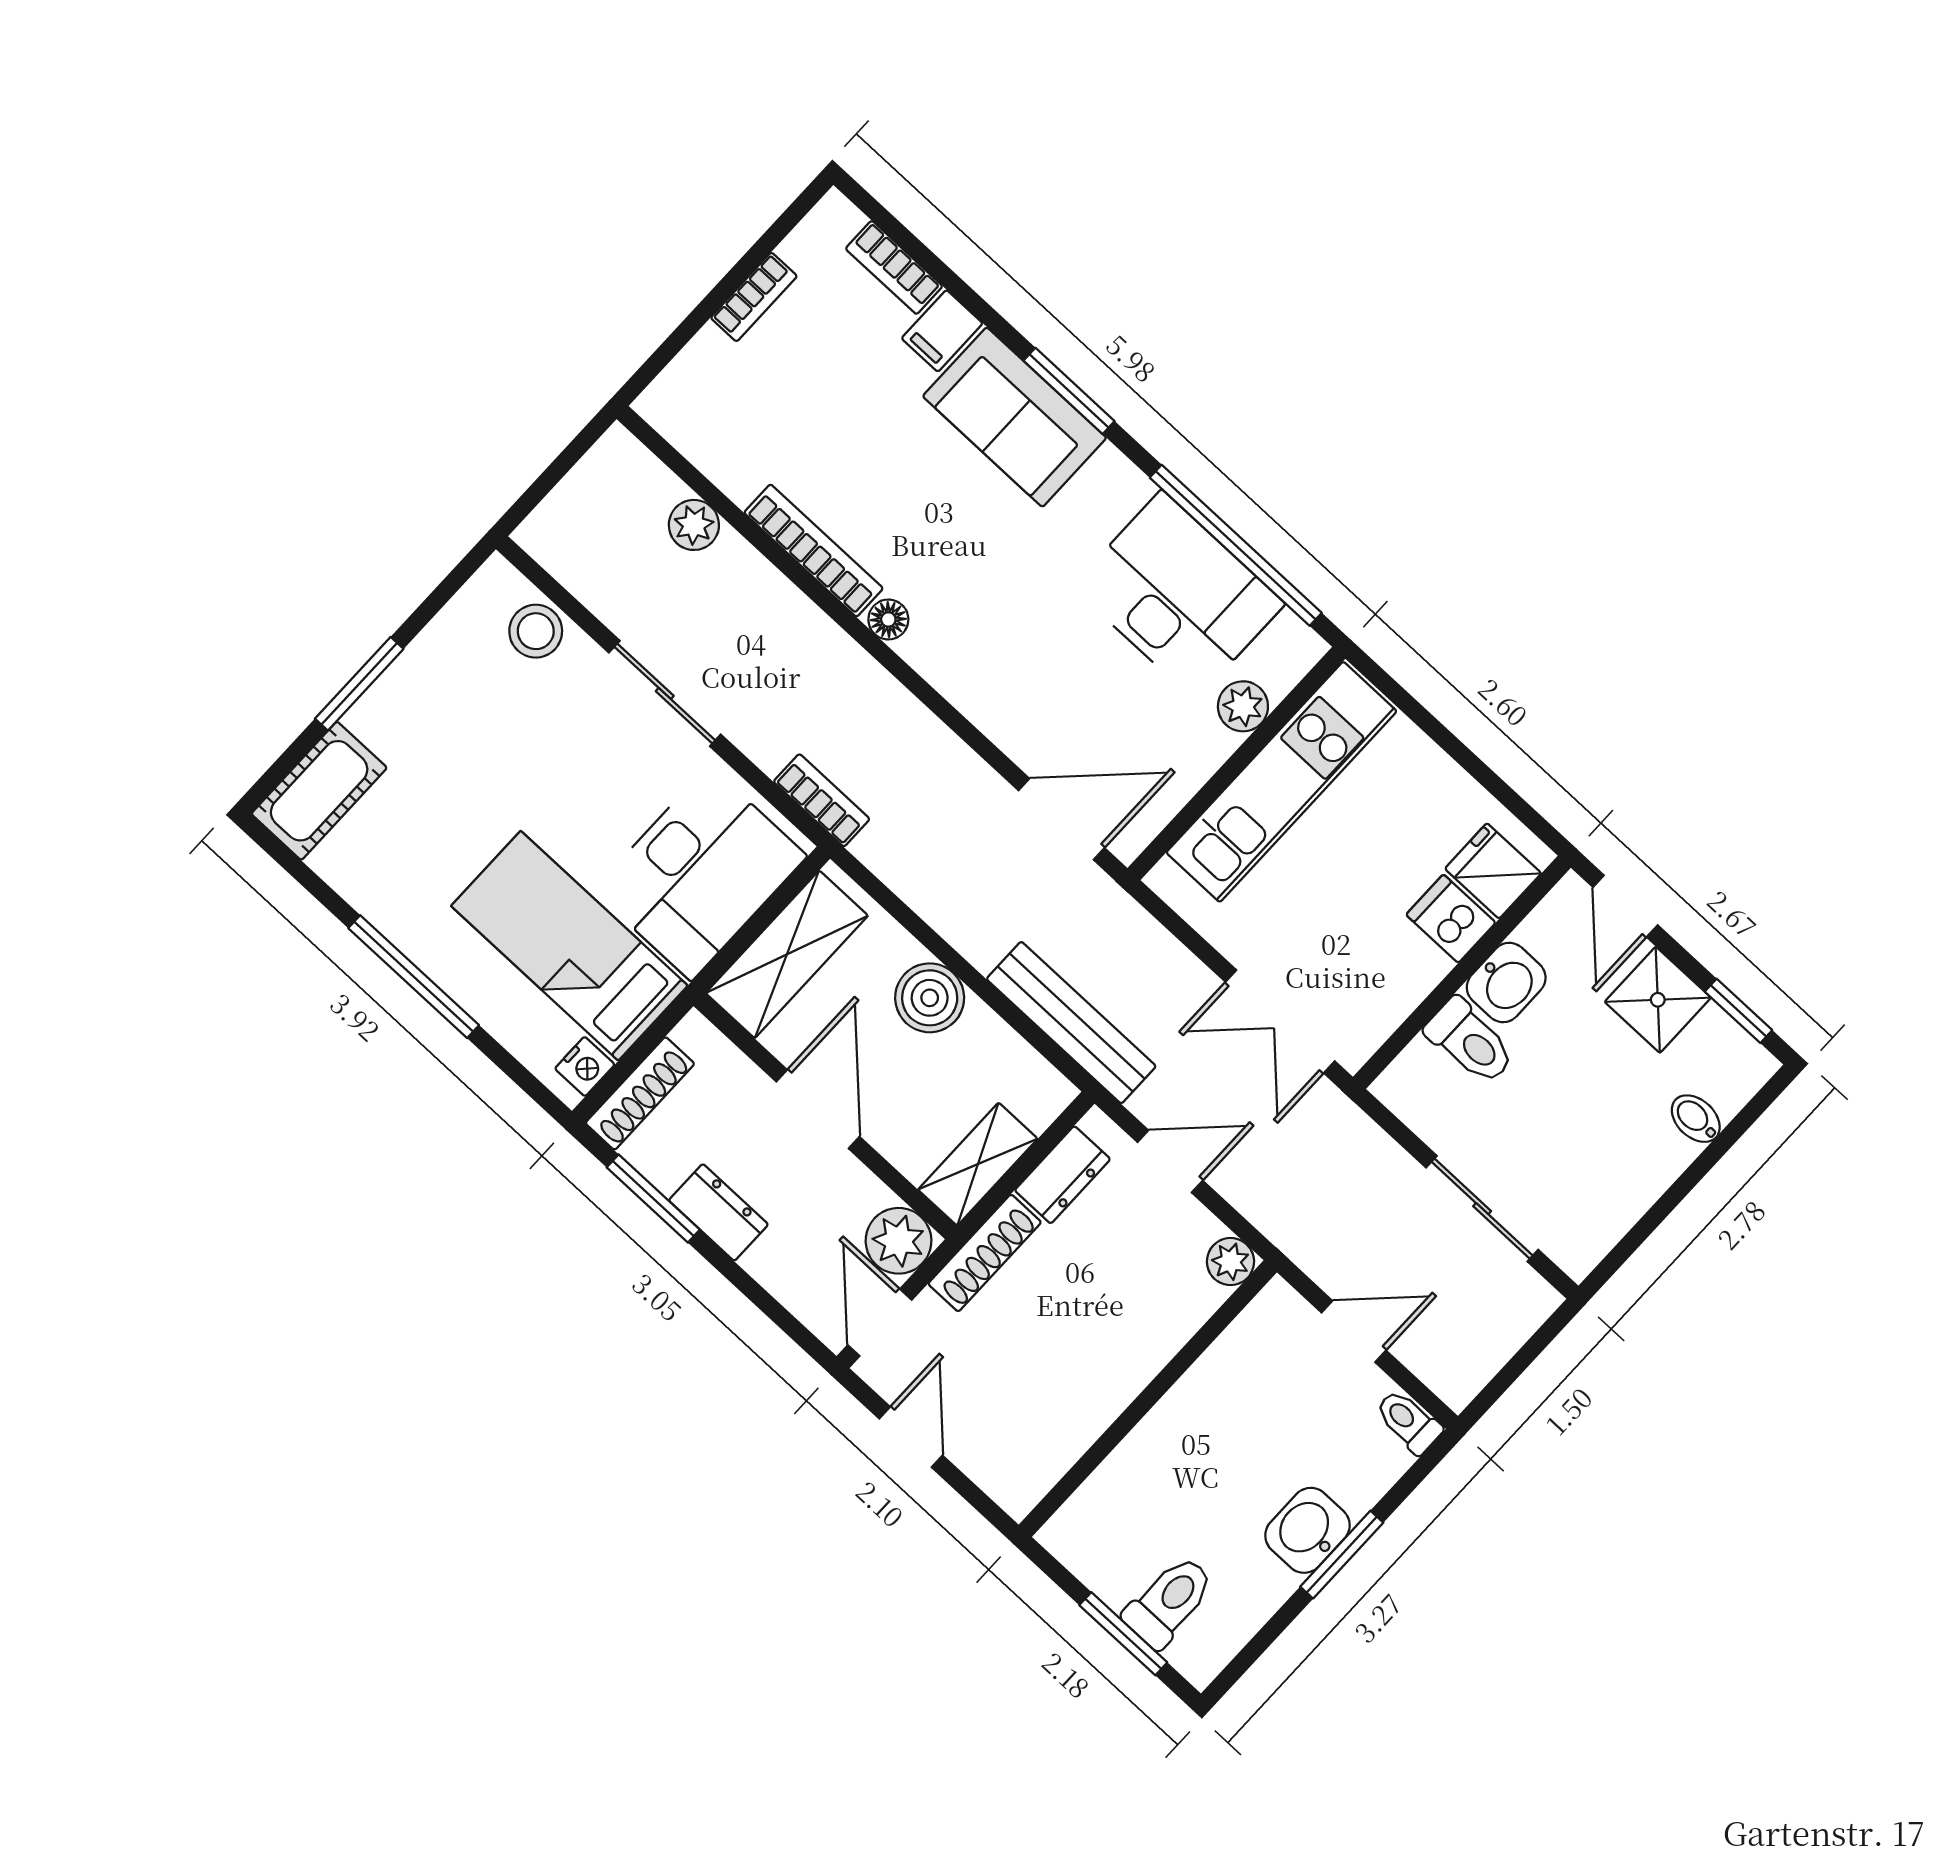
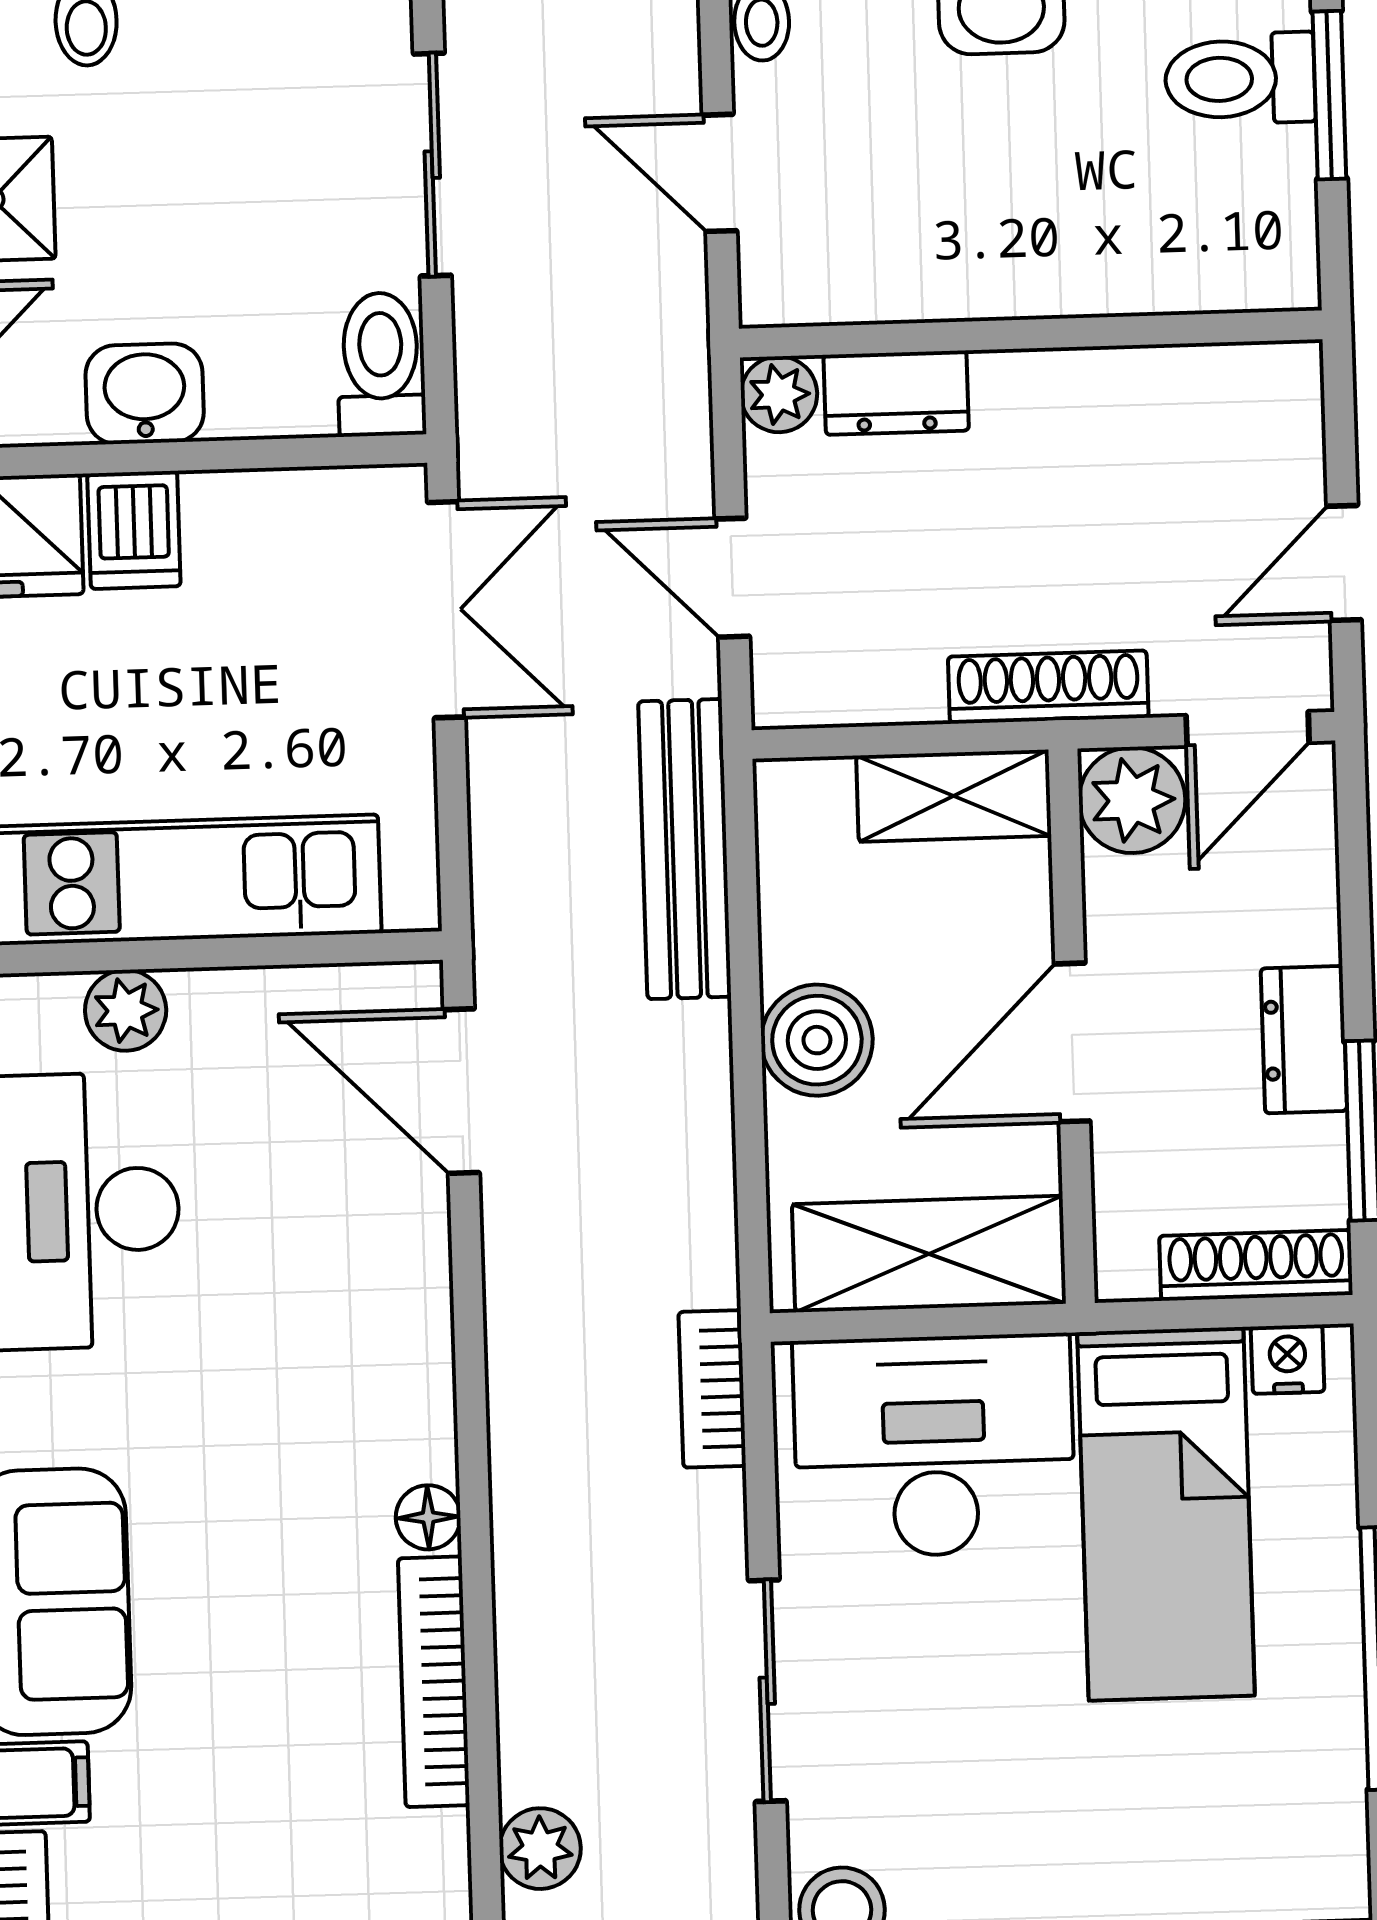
toilet: (1470, 1041) -> (381, 364), moved
dresser: (1063, 1175) -> (896, 393), moved, turned 180

